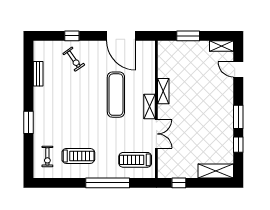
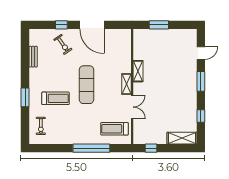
door: (121, 36) -> (92, 25), moved
shelving: (222, 46) -> (187, 33), removed
door: (238, 69) -> (201, 53), swing flipped
exercise mat: (116, 95) -> (87, 85), moved
window: (238, 117) -> (201, 81), moved
treadmill: (78, 156) -> (56, 98), moved

